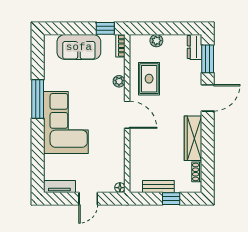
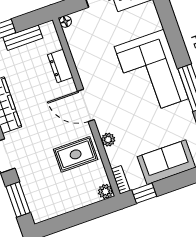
plant: (156, 41) -> (105, 191), moved
dresser: (195, 47) -> (60, 66), moved, turned 180
rug: (149, 79) -> (76, 154), turned 90

